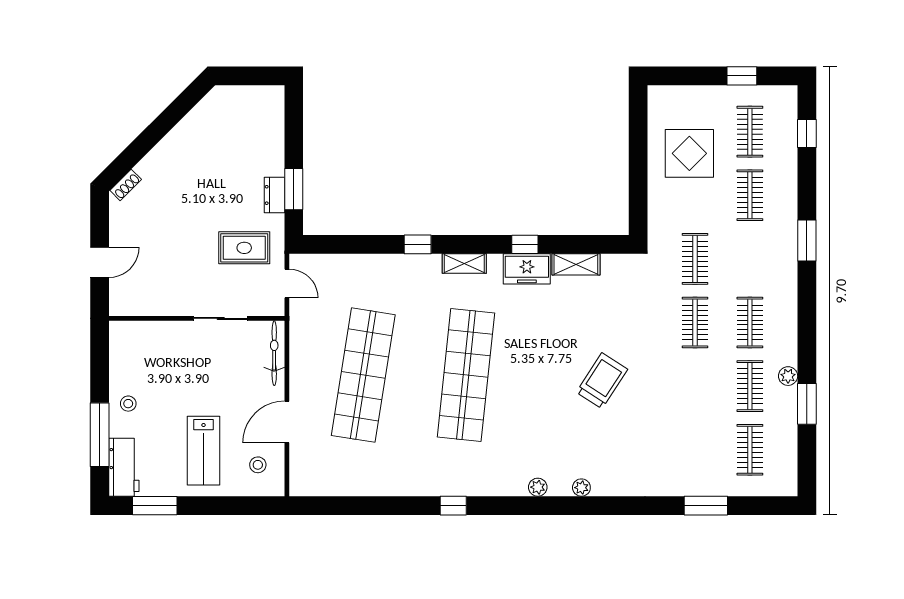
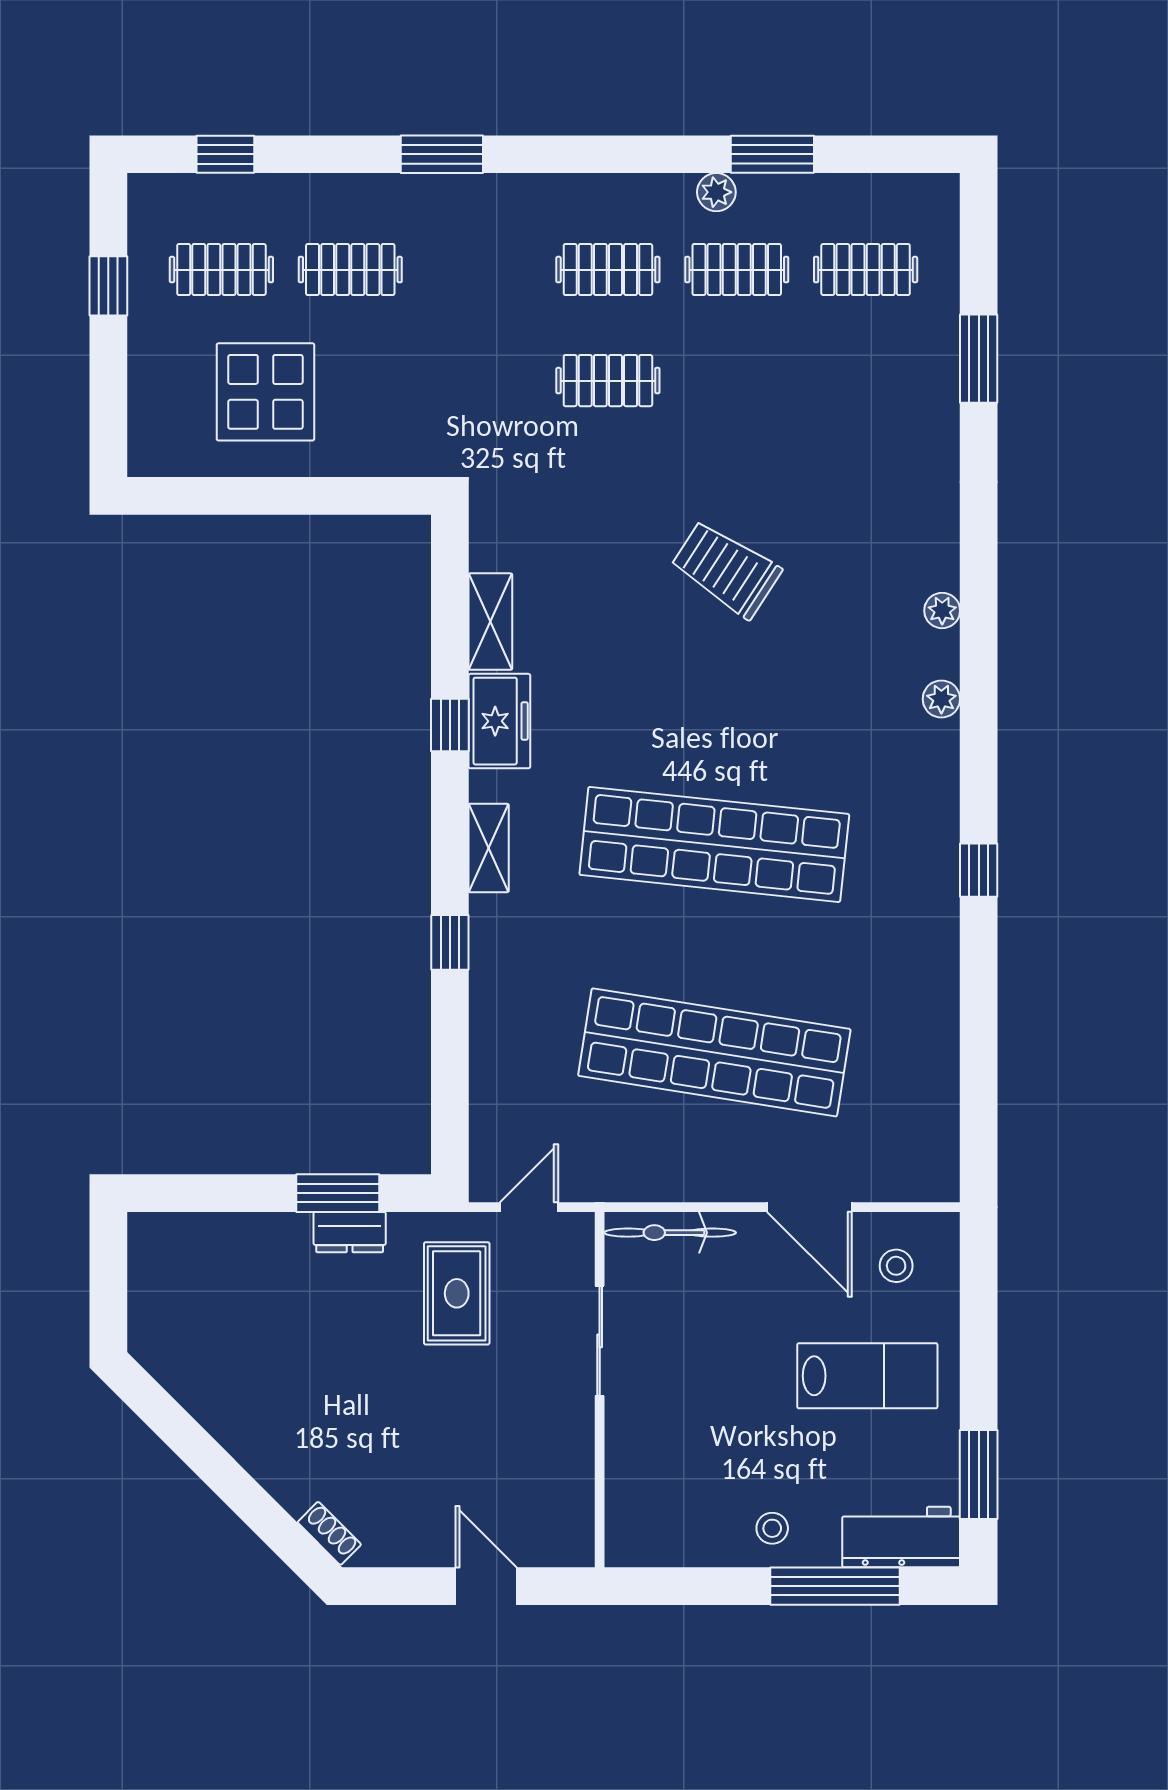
clothes rail: (695, 259) -> (479, 381), removed

